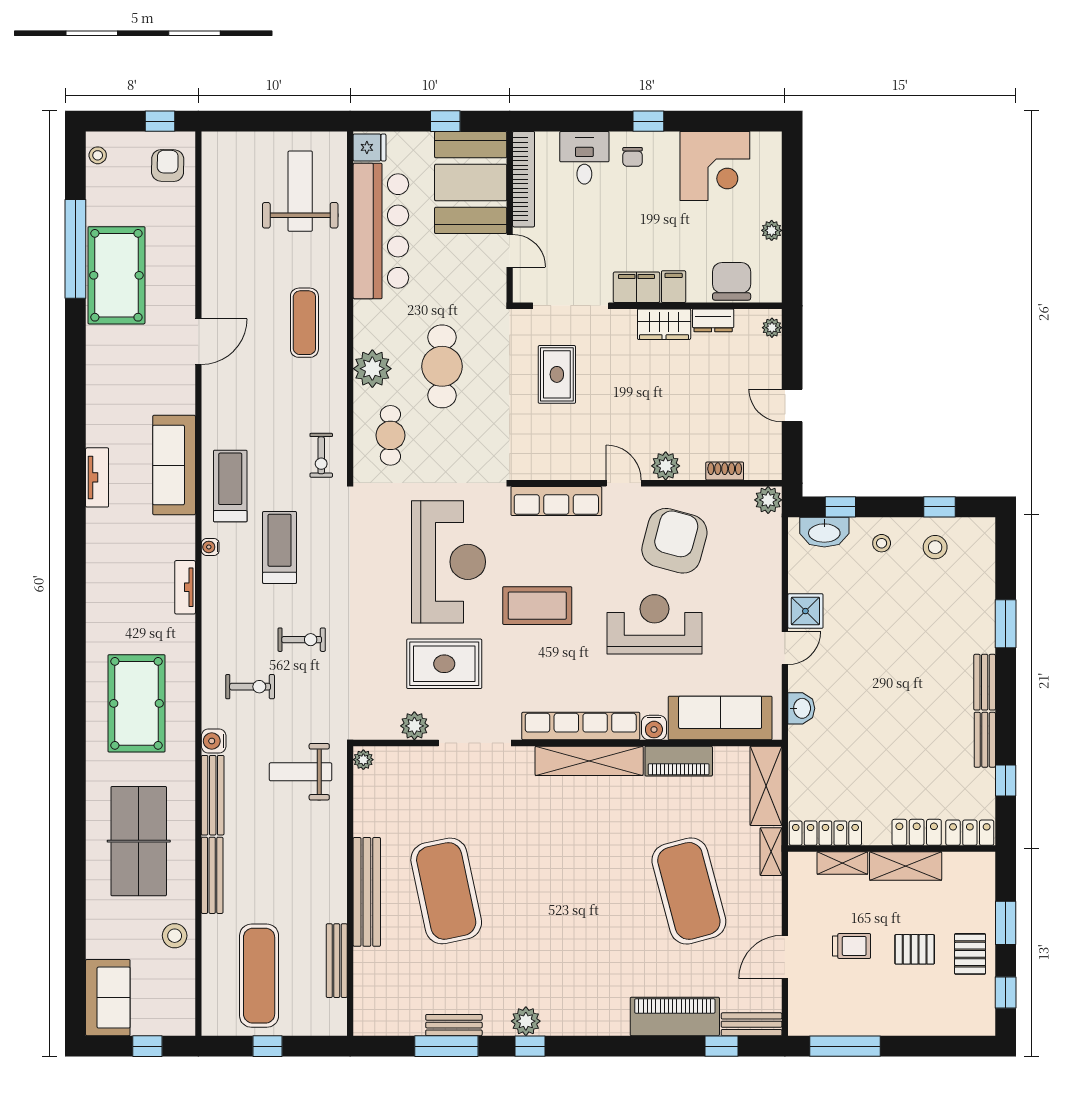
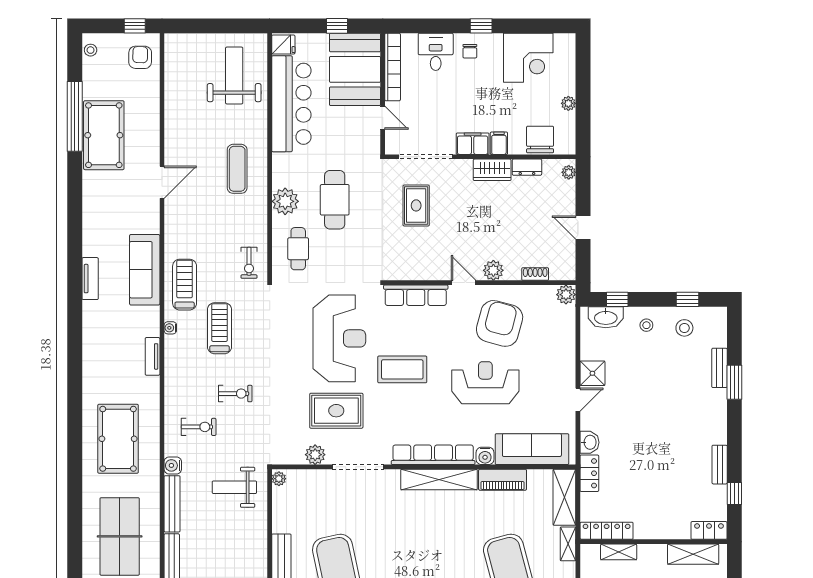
bench: (985, 682) -> (719, 368), moved
locker: (917, 832) -> (589, 473), moved, turned 90
shelving: (906, 866) -> (693, 554), moved

